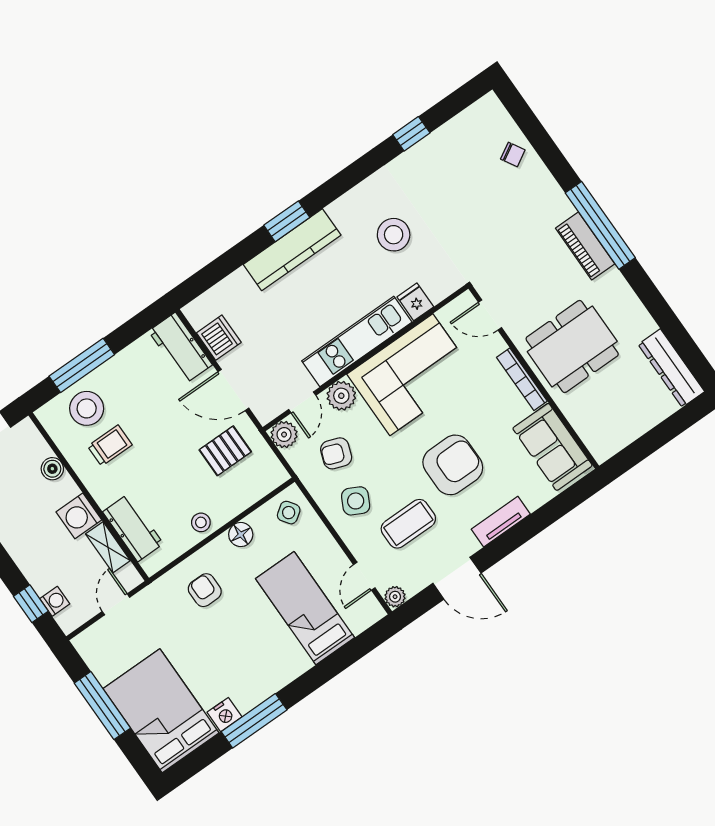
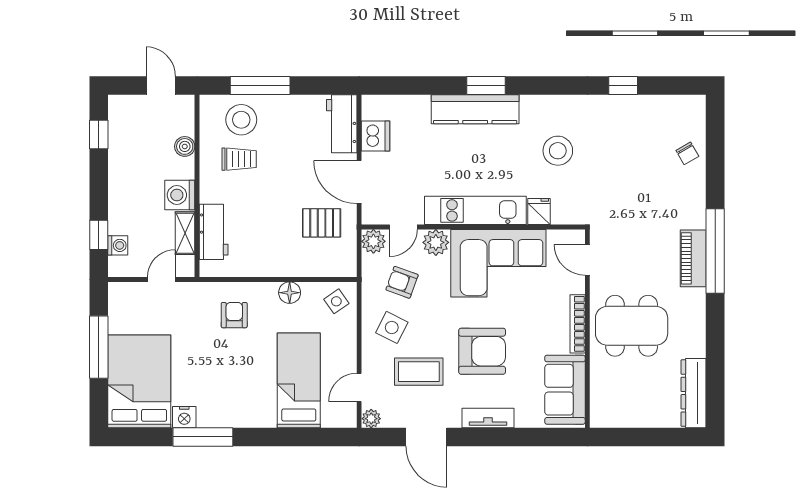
stool: (201, 522) -> (266, 263), removed

